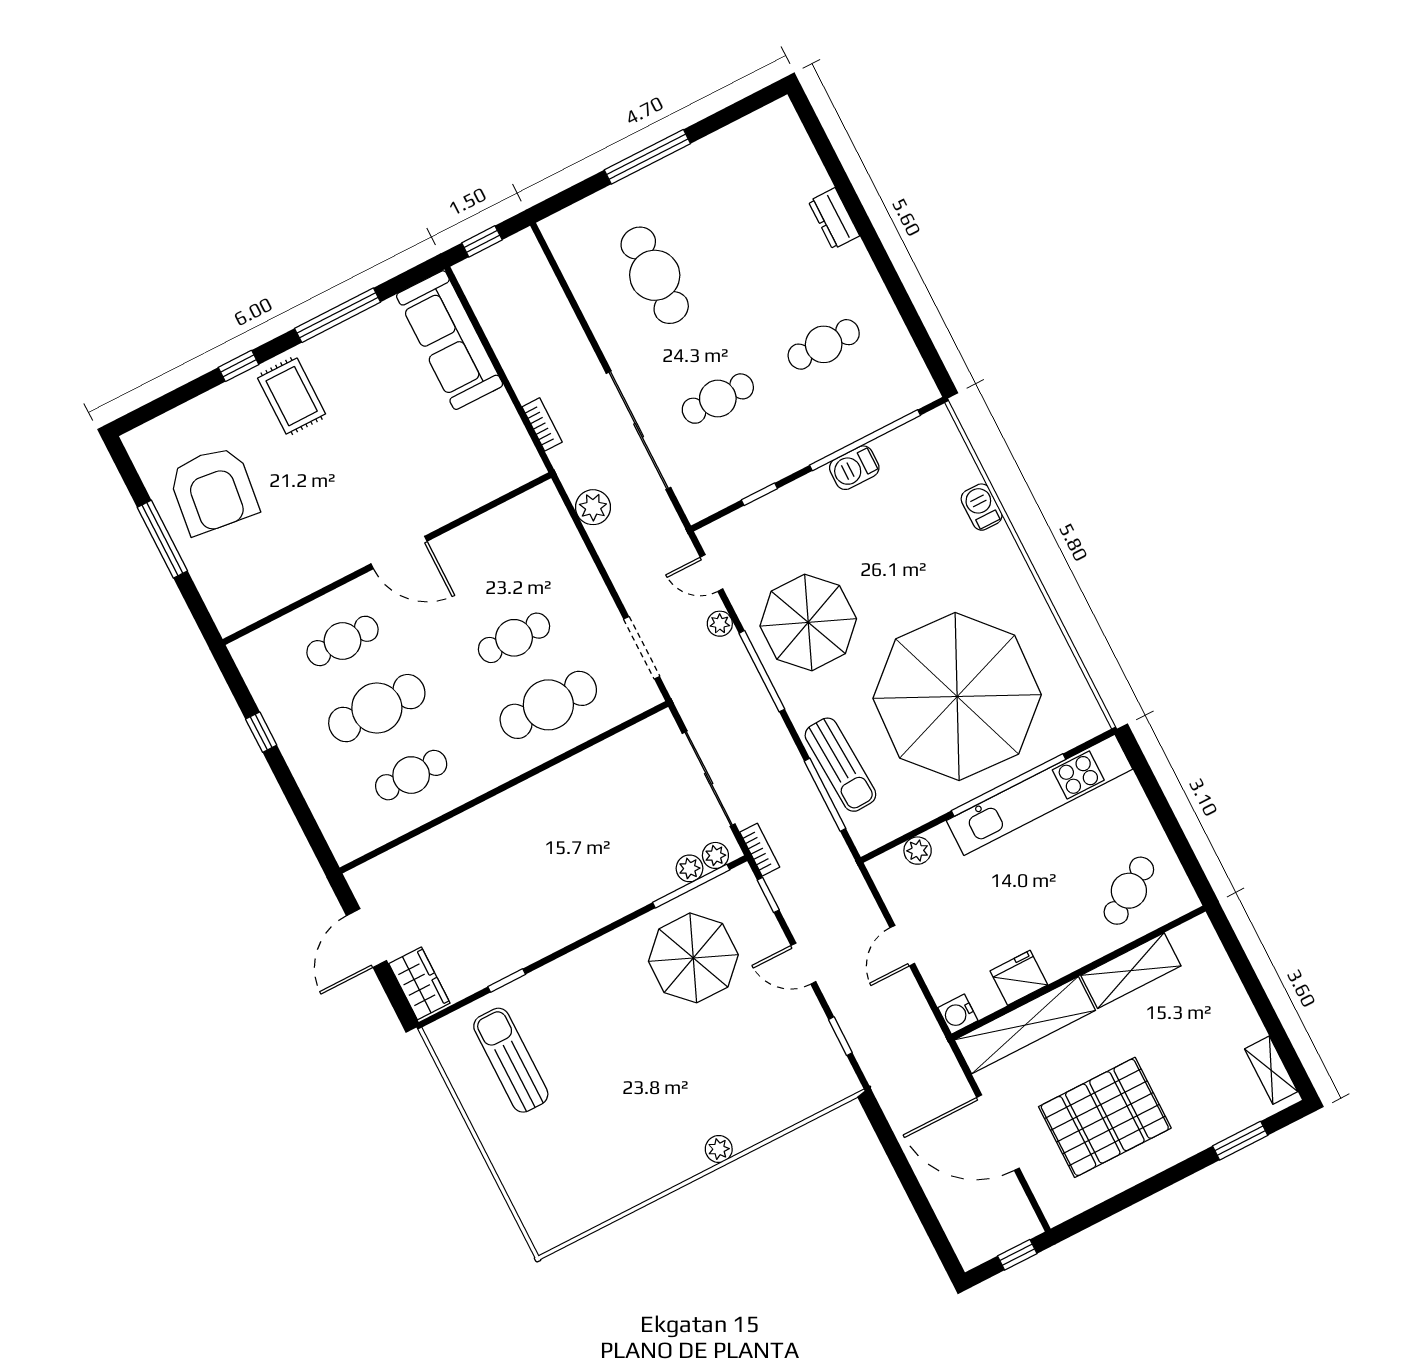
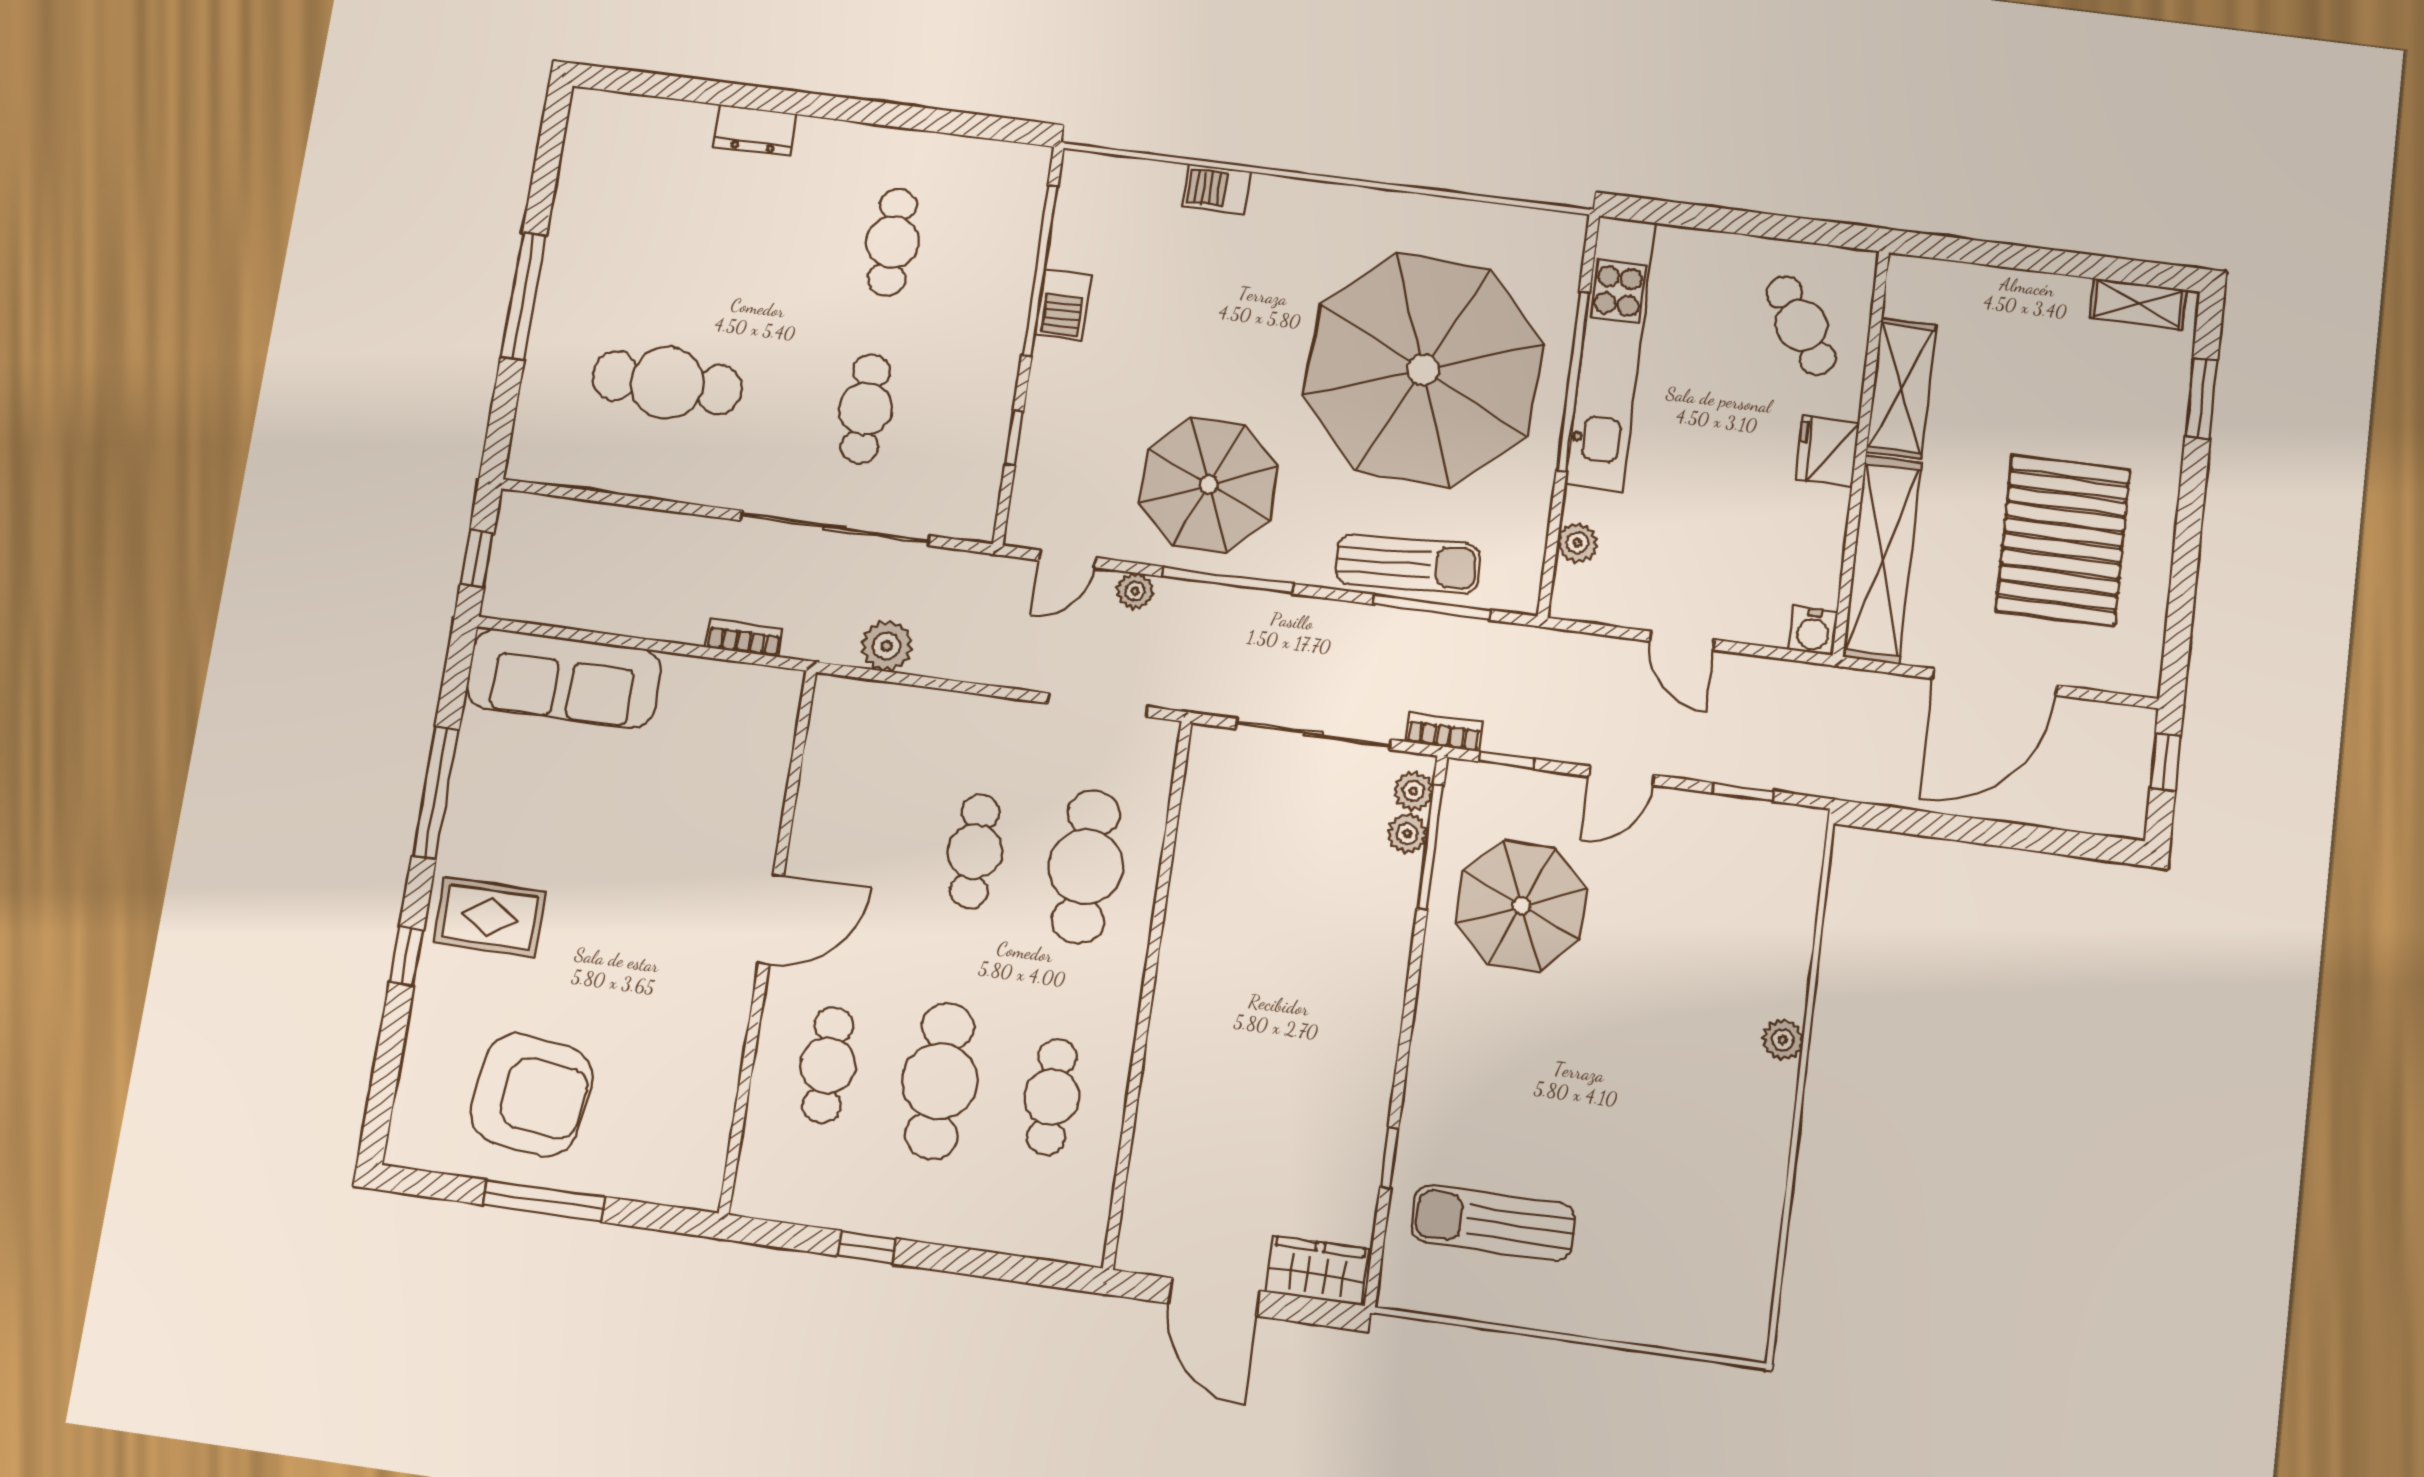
fridge: (1019, 978) -> (1827, 451), moved

